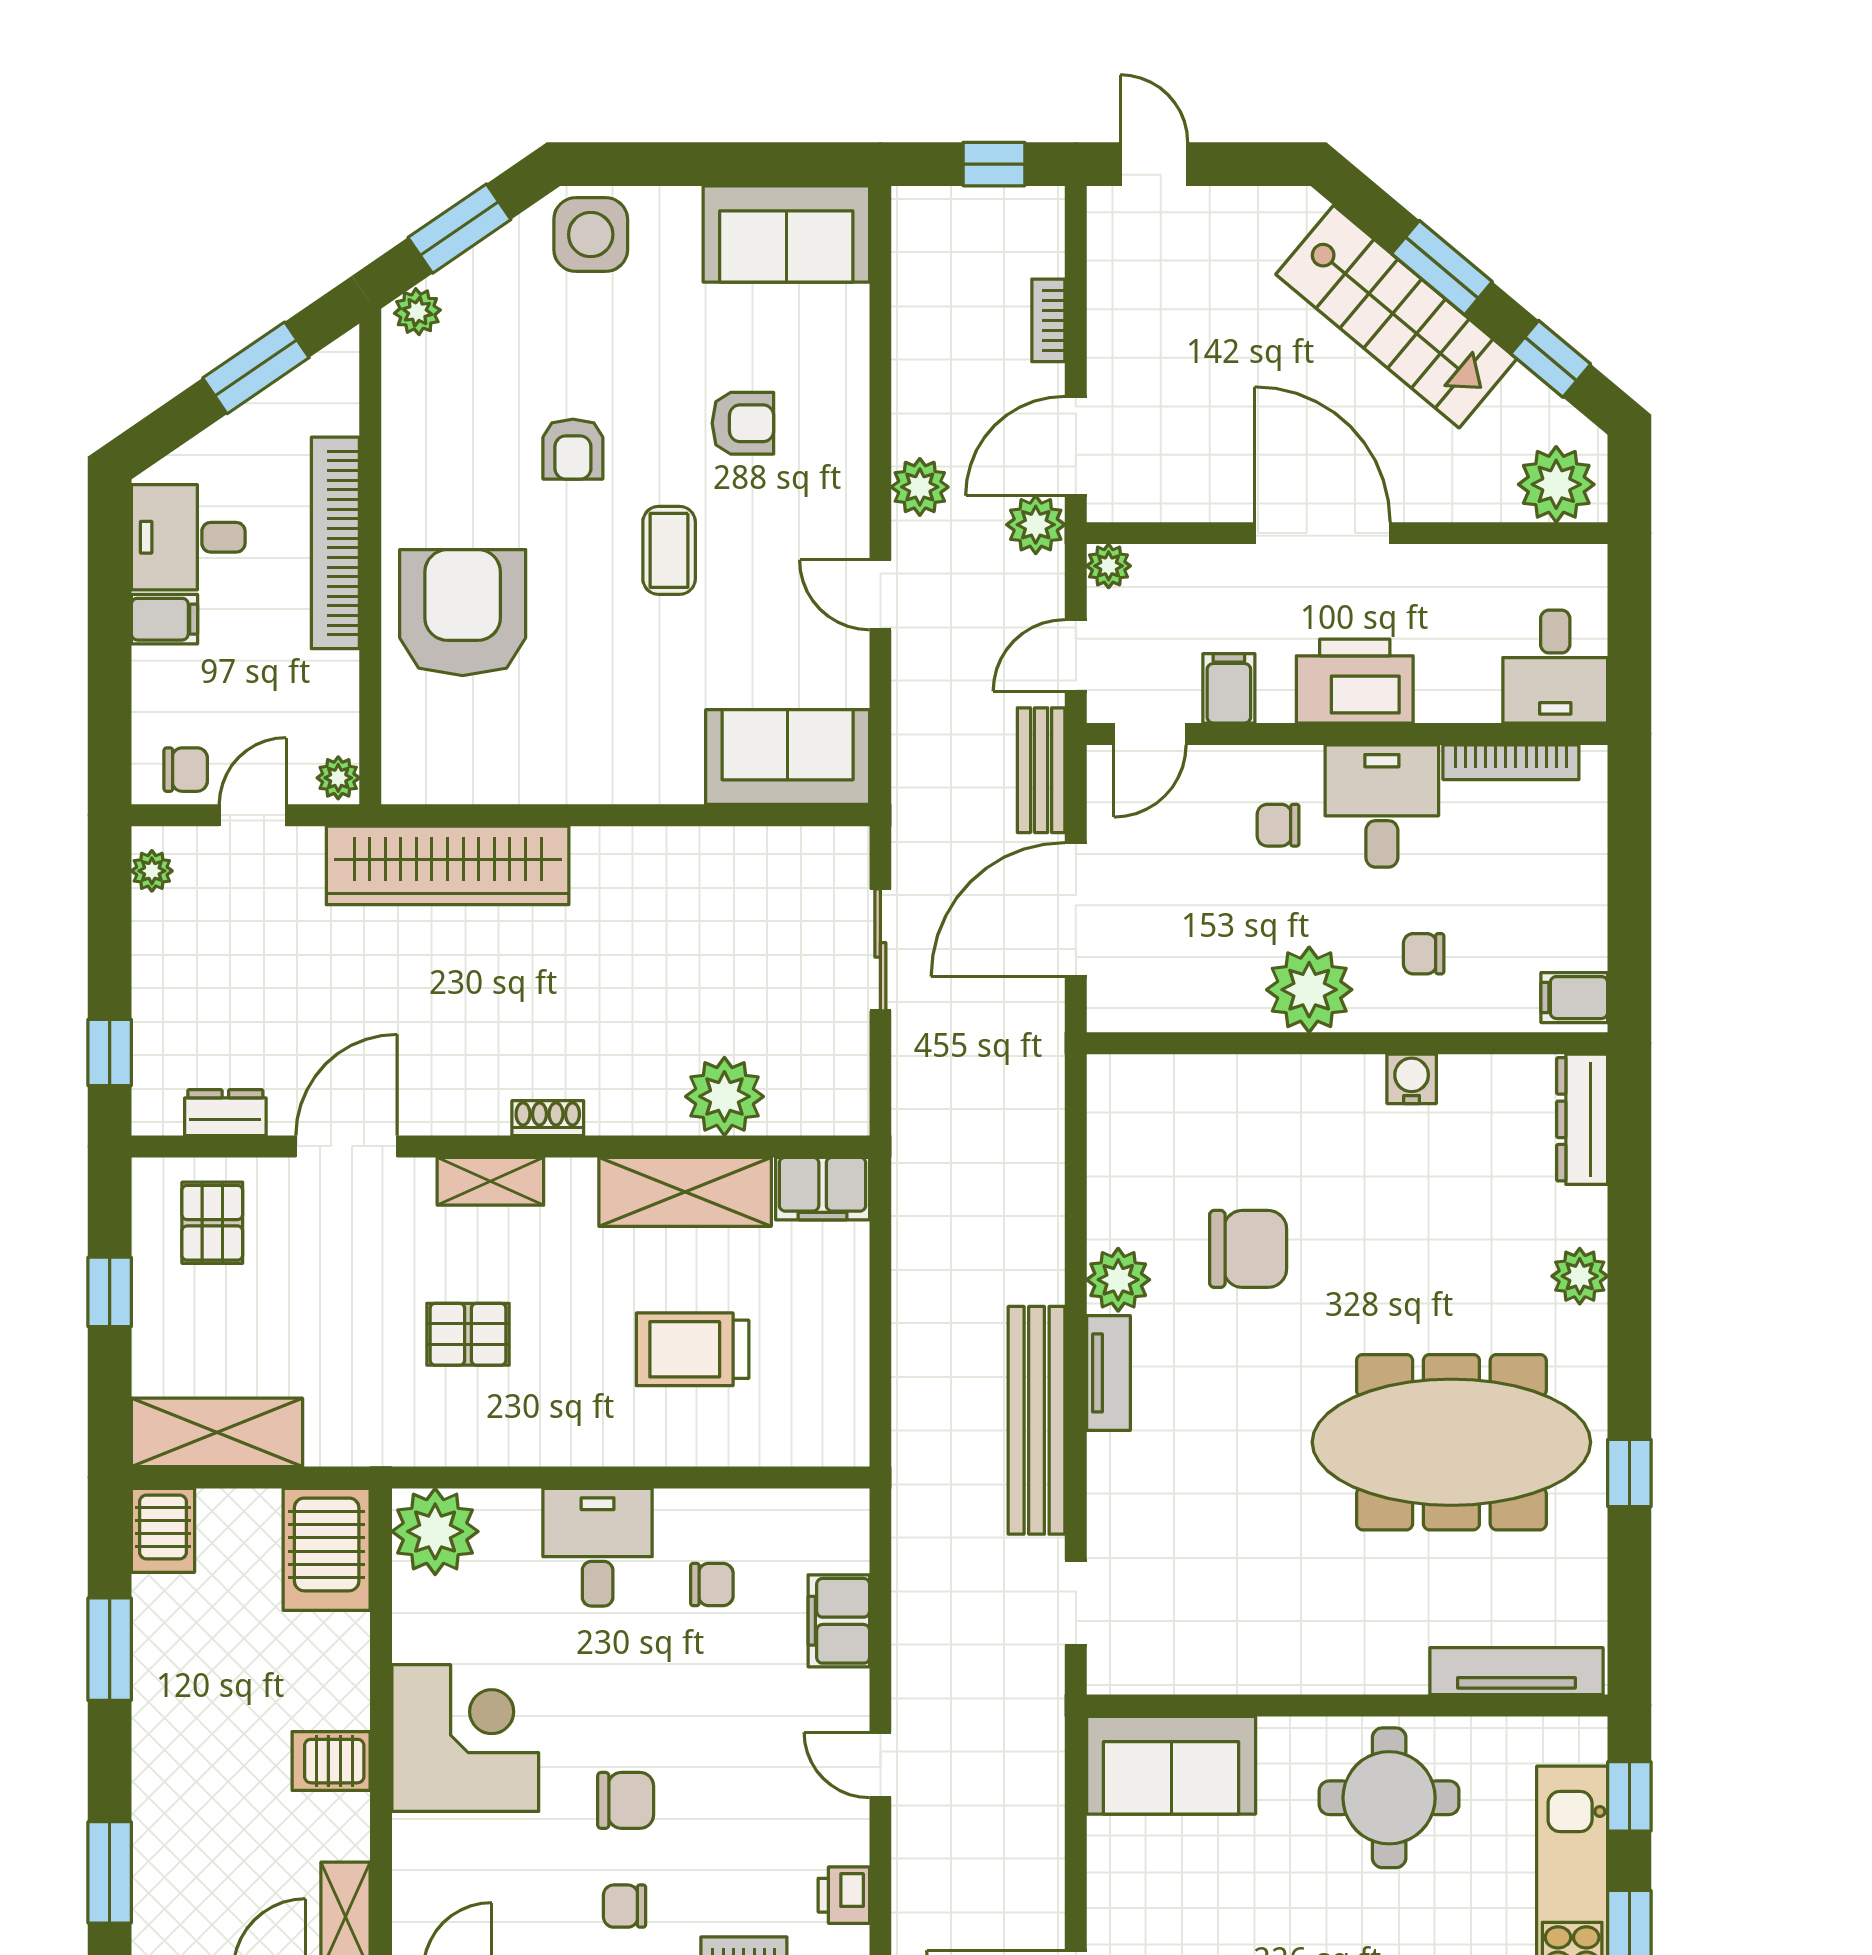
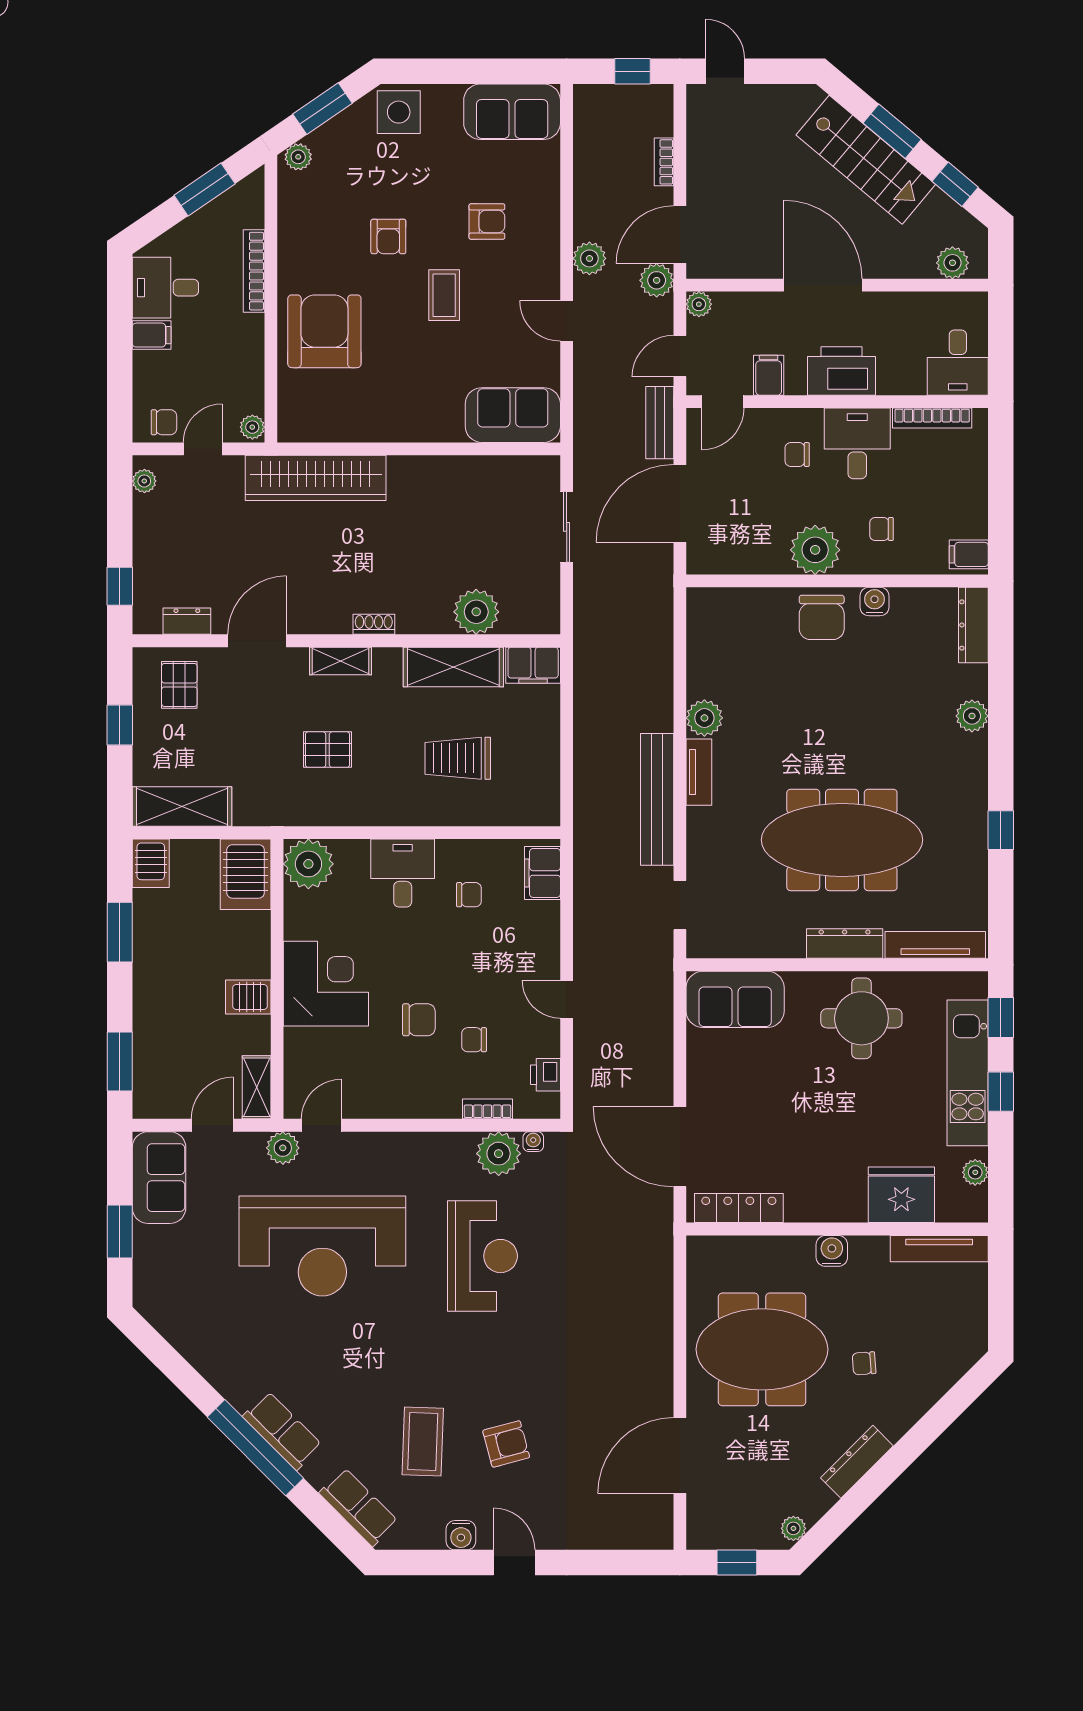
plant: (1556, 484) -> (952, 263), width x0.73, depth x0.73
bookcase: (335, 543) -> (254, 271), width x0.68, depth x0.76
chair: (1248, 1249) -> (822, 617), moved, turned 90
meeting table: (1451, 1442) -> (842, 840), moved
filing cabinet: (839, 1621) -> (542, 873), moved
dresser: (1360, 1669) -> (845, 944), added
chair: (625, 1906) -> (474, 1040), moved

